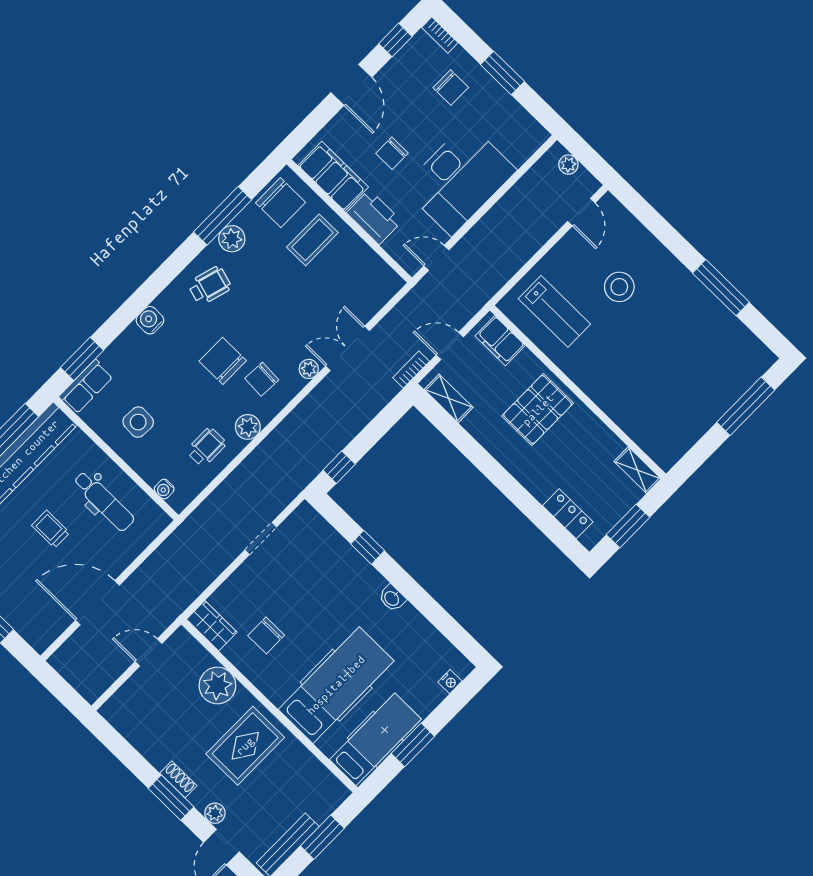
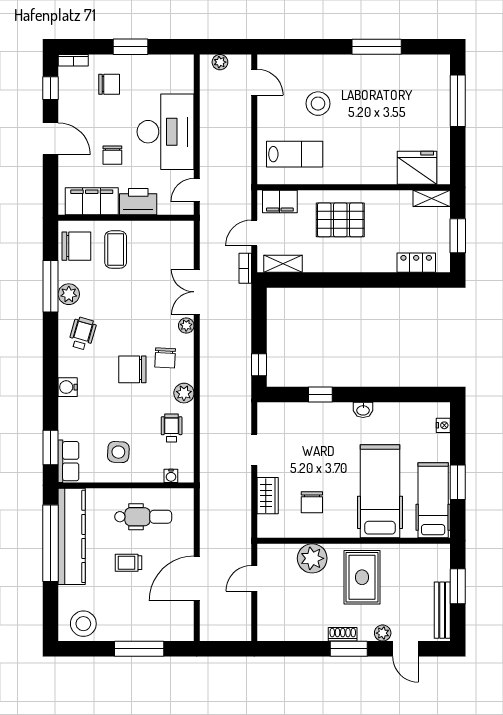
pallet: (538, 410) -> (340, 220), turned 90
fridge: (651, 430) -> (417, 168), added
wardrobe: (212, 626) -> (268, 496), moved, turned 90

